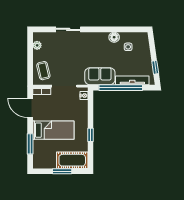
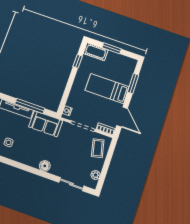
sliding door: (68, 29) -> (71, 184), moved
floor lamp: (114, 37) -> (45, 166), moved
window: (121, 88) -> (30, 106), width x0.68
window: (91, 135) -> (78, 61), moved
cot: (72, 160) -> (96, 52), width x0.73, depth x0.75

